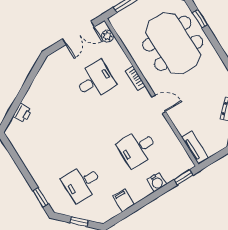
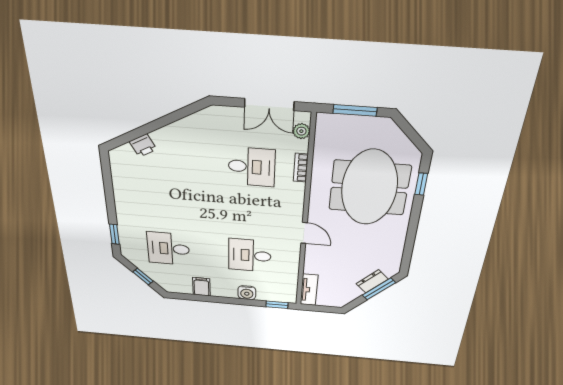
bookcase: (135, 78) -> (301, 168), moved

